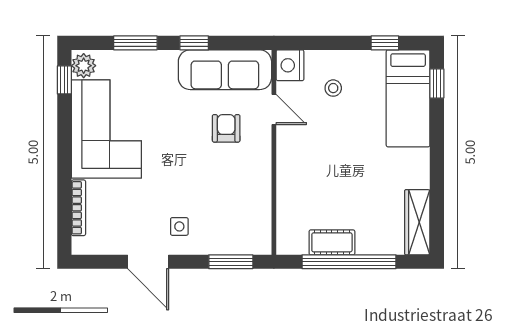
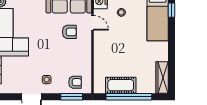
armchair: (226, 128) -> (69, 32), turned 90
armchair: (238, 232) -> (75, 82), added
cot: (332, 242) -> (121, 85), width x1.37, depth x1.34

